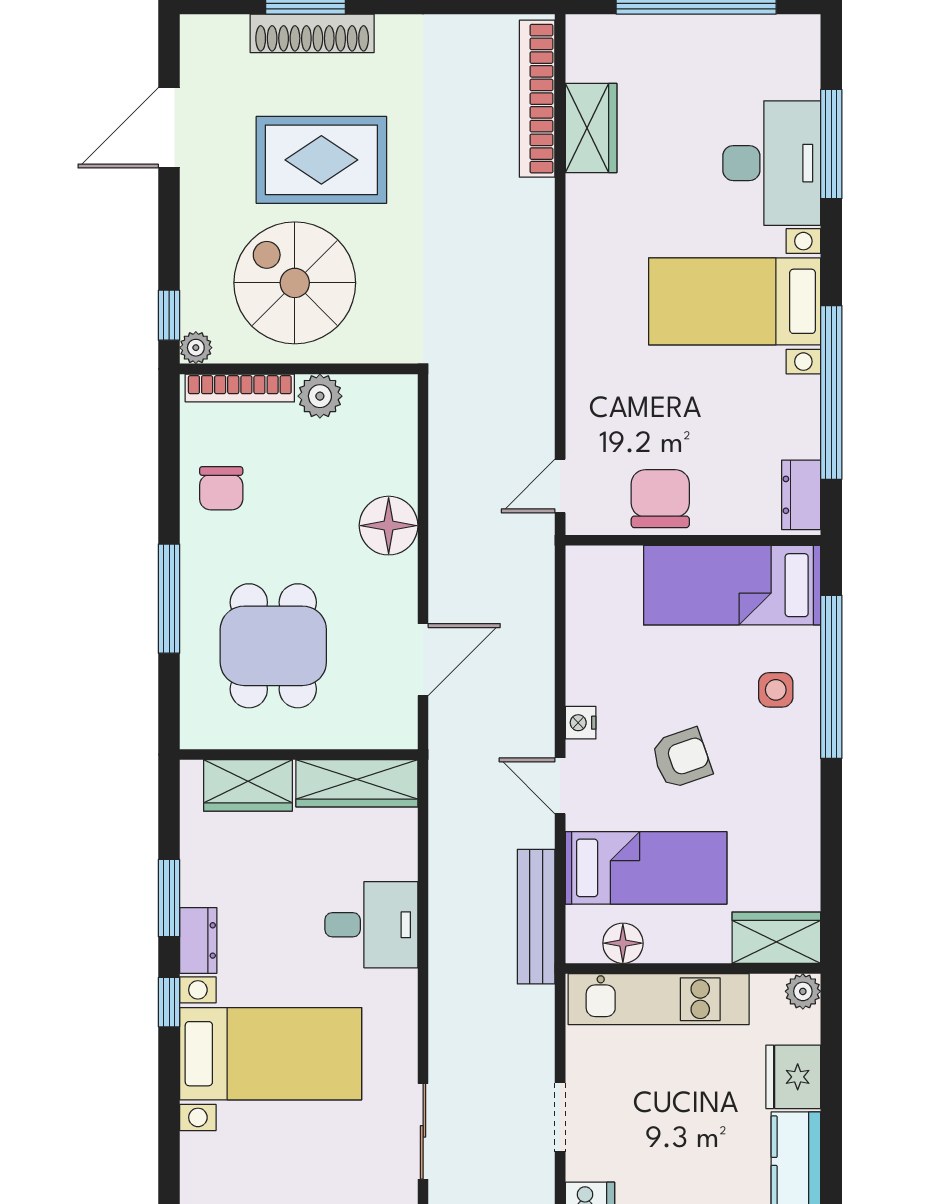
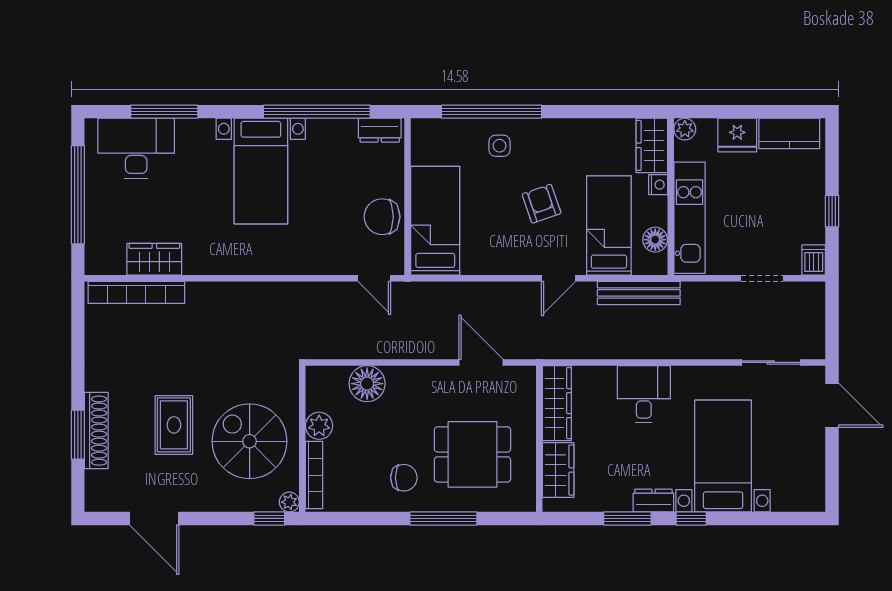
rug: (321, 160) -> (174, 425), width x0.73, depth x0.70
desk: (772, 163) -> (136, 148), moved
spiral stairs: (295, 283) -> (250, 441), turned 90
chair: (221, 488) -> (404, 478), moved
floor lamp: (389, 526) -> (367, 384), moved
bed: (732, 585) -> (435, 221), moved, turned 180
nightstand: (581, 723) -> (658, 185), moved, turned -90

